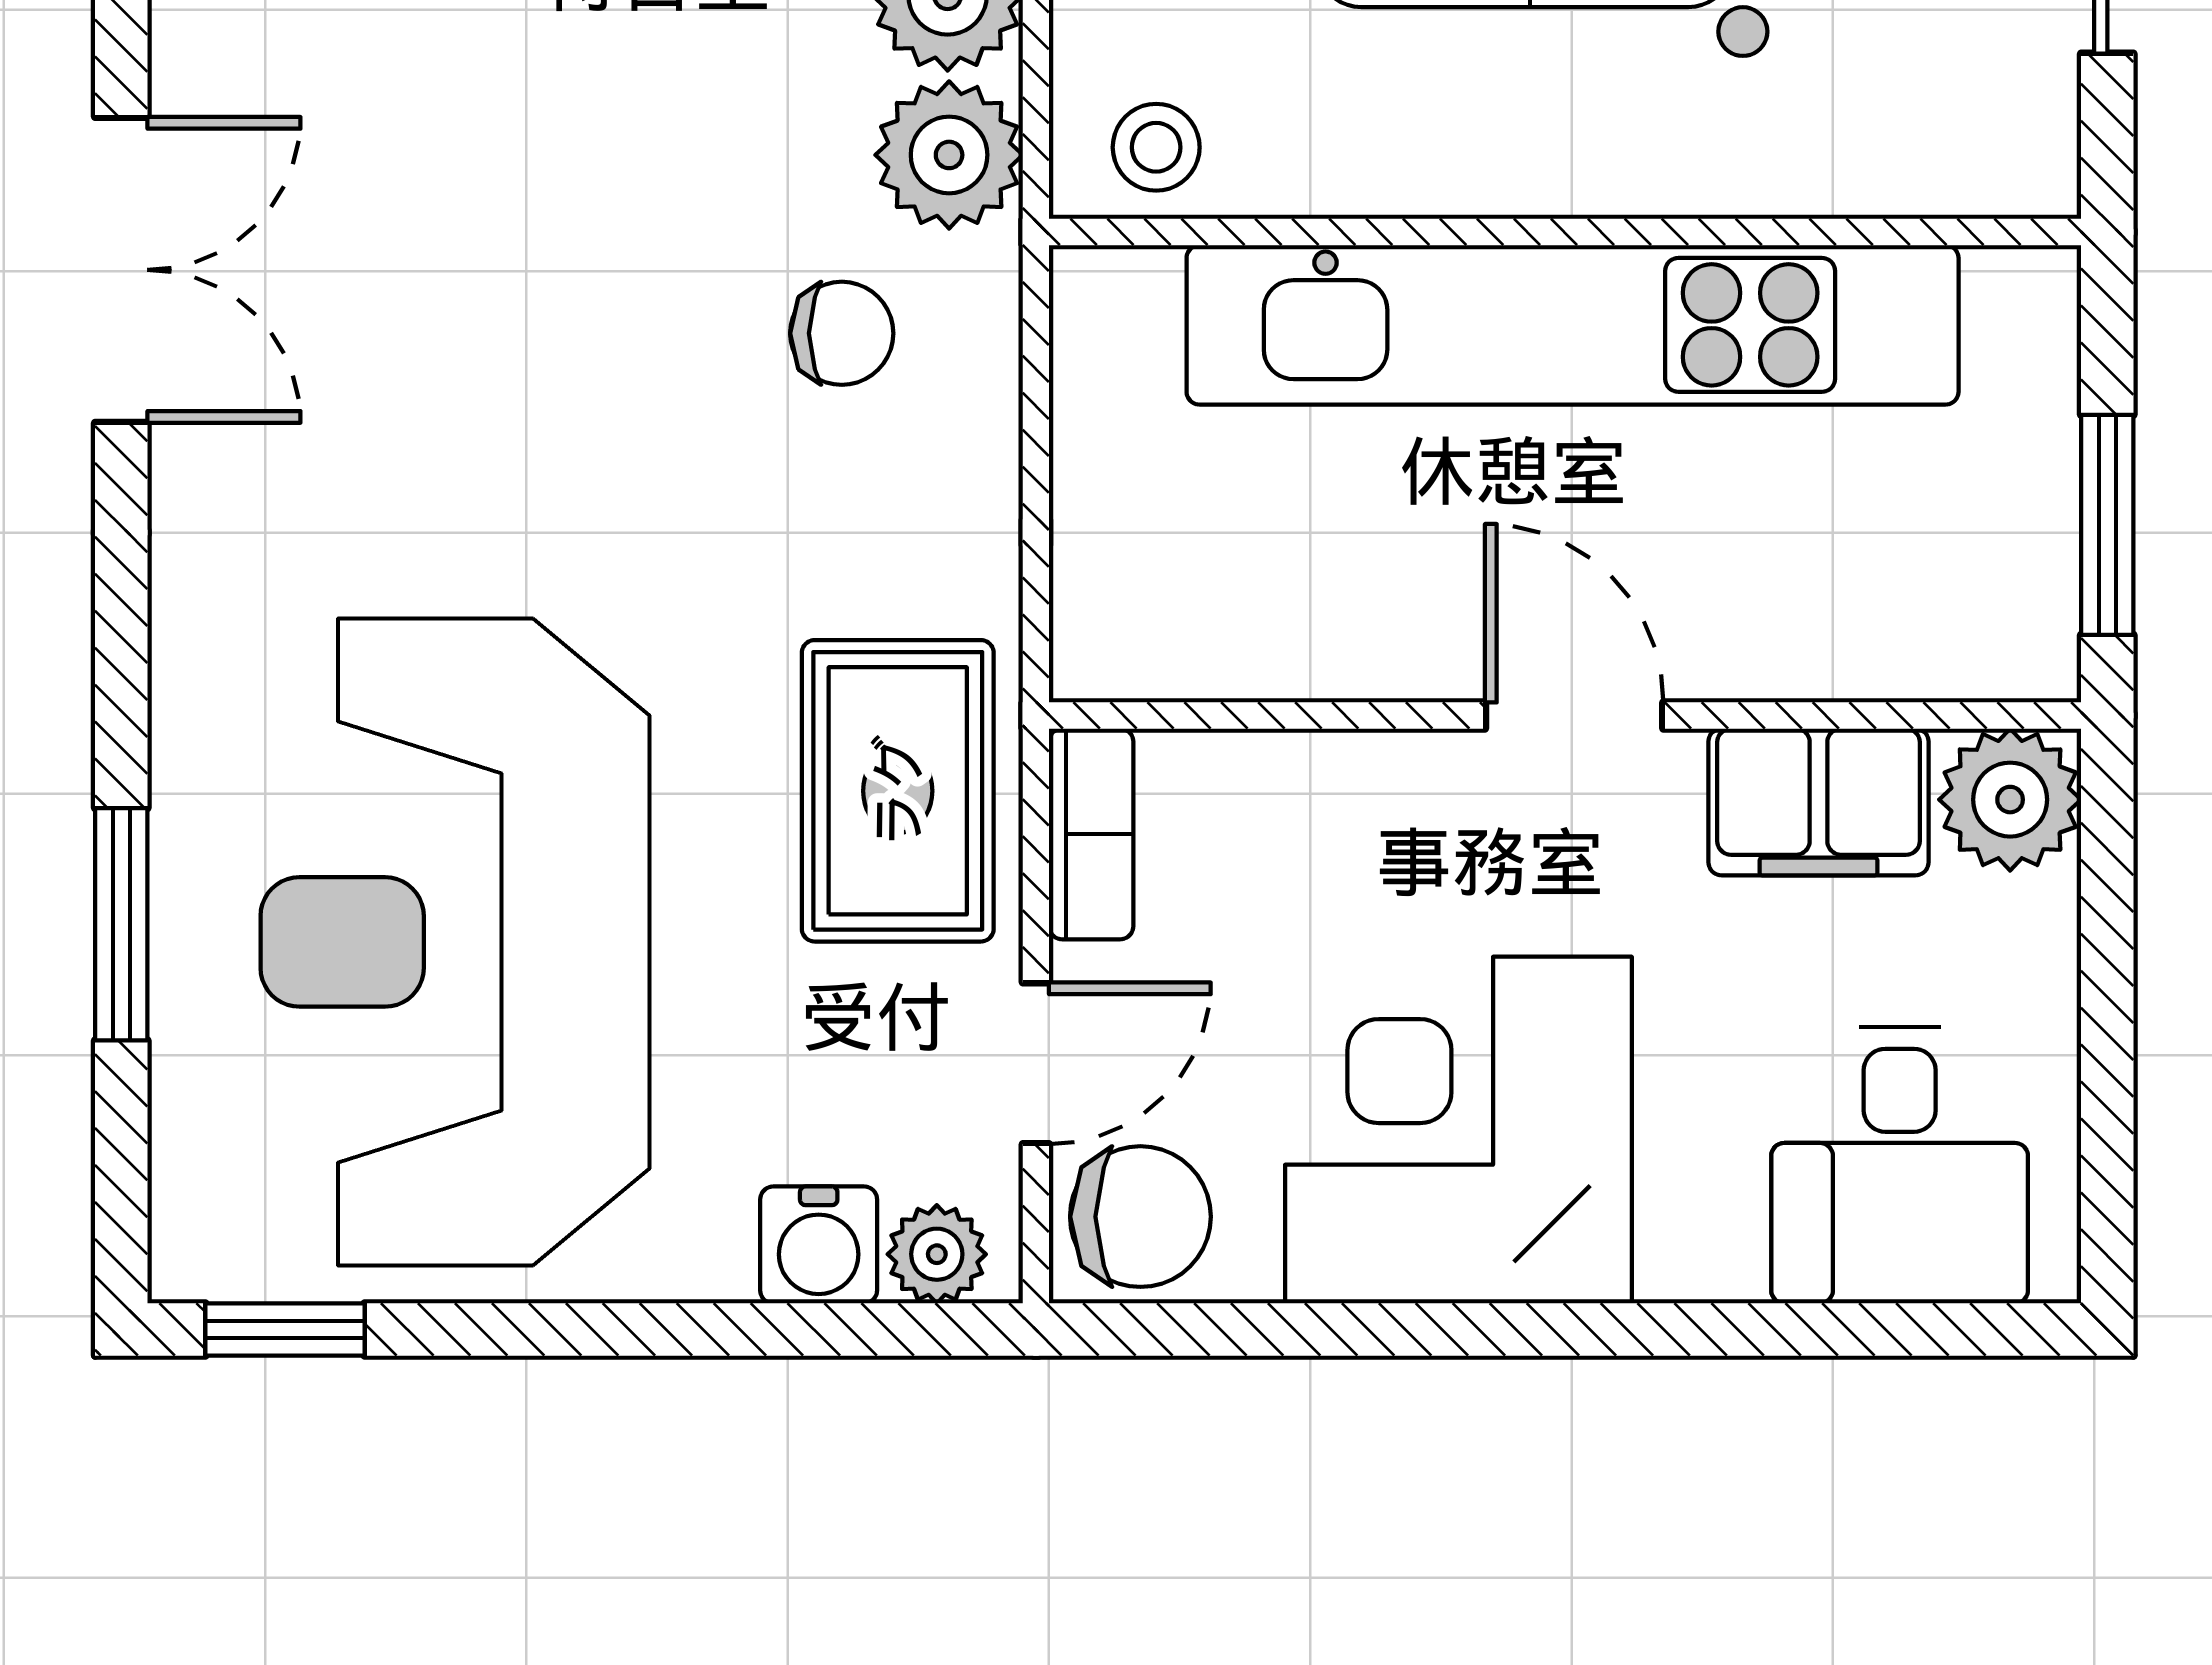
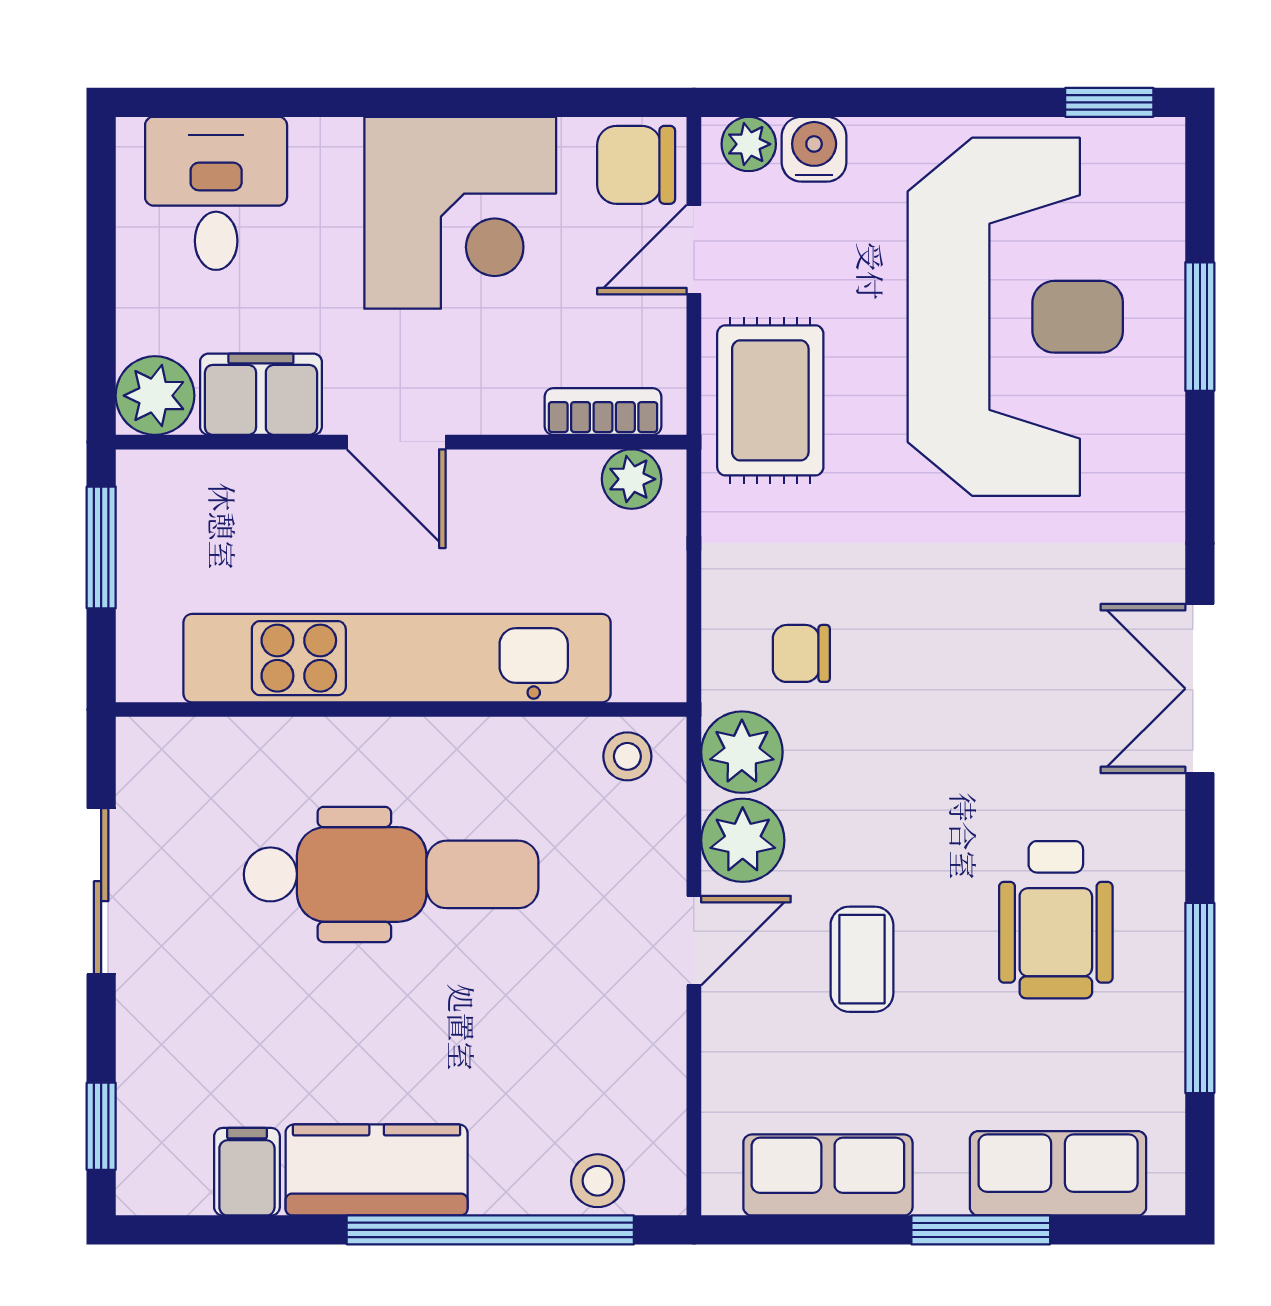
plant: (1148, 649) -> (632, 479), added
bookcase: (1091, 834) -> (603, 412), moved, turned 90

